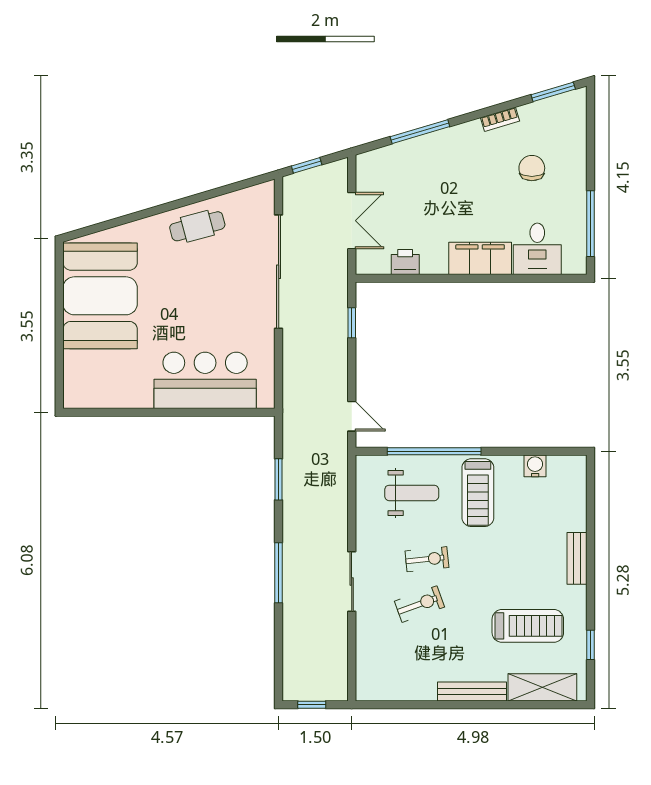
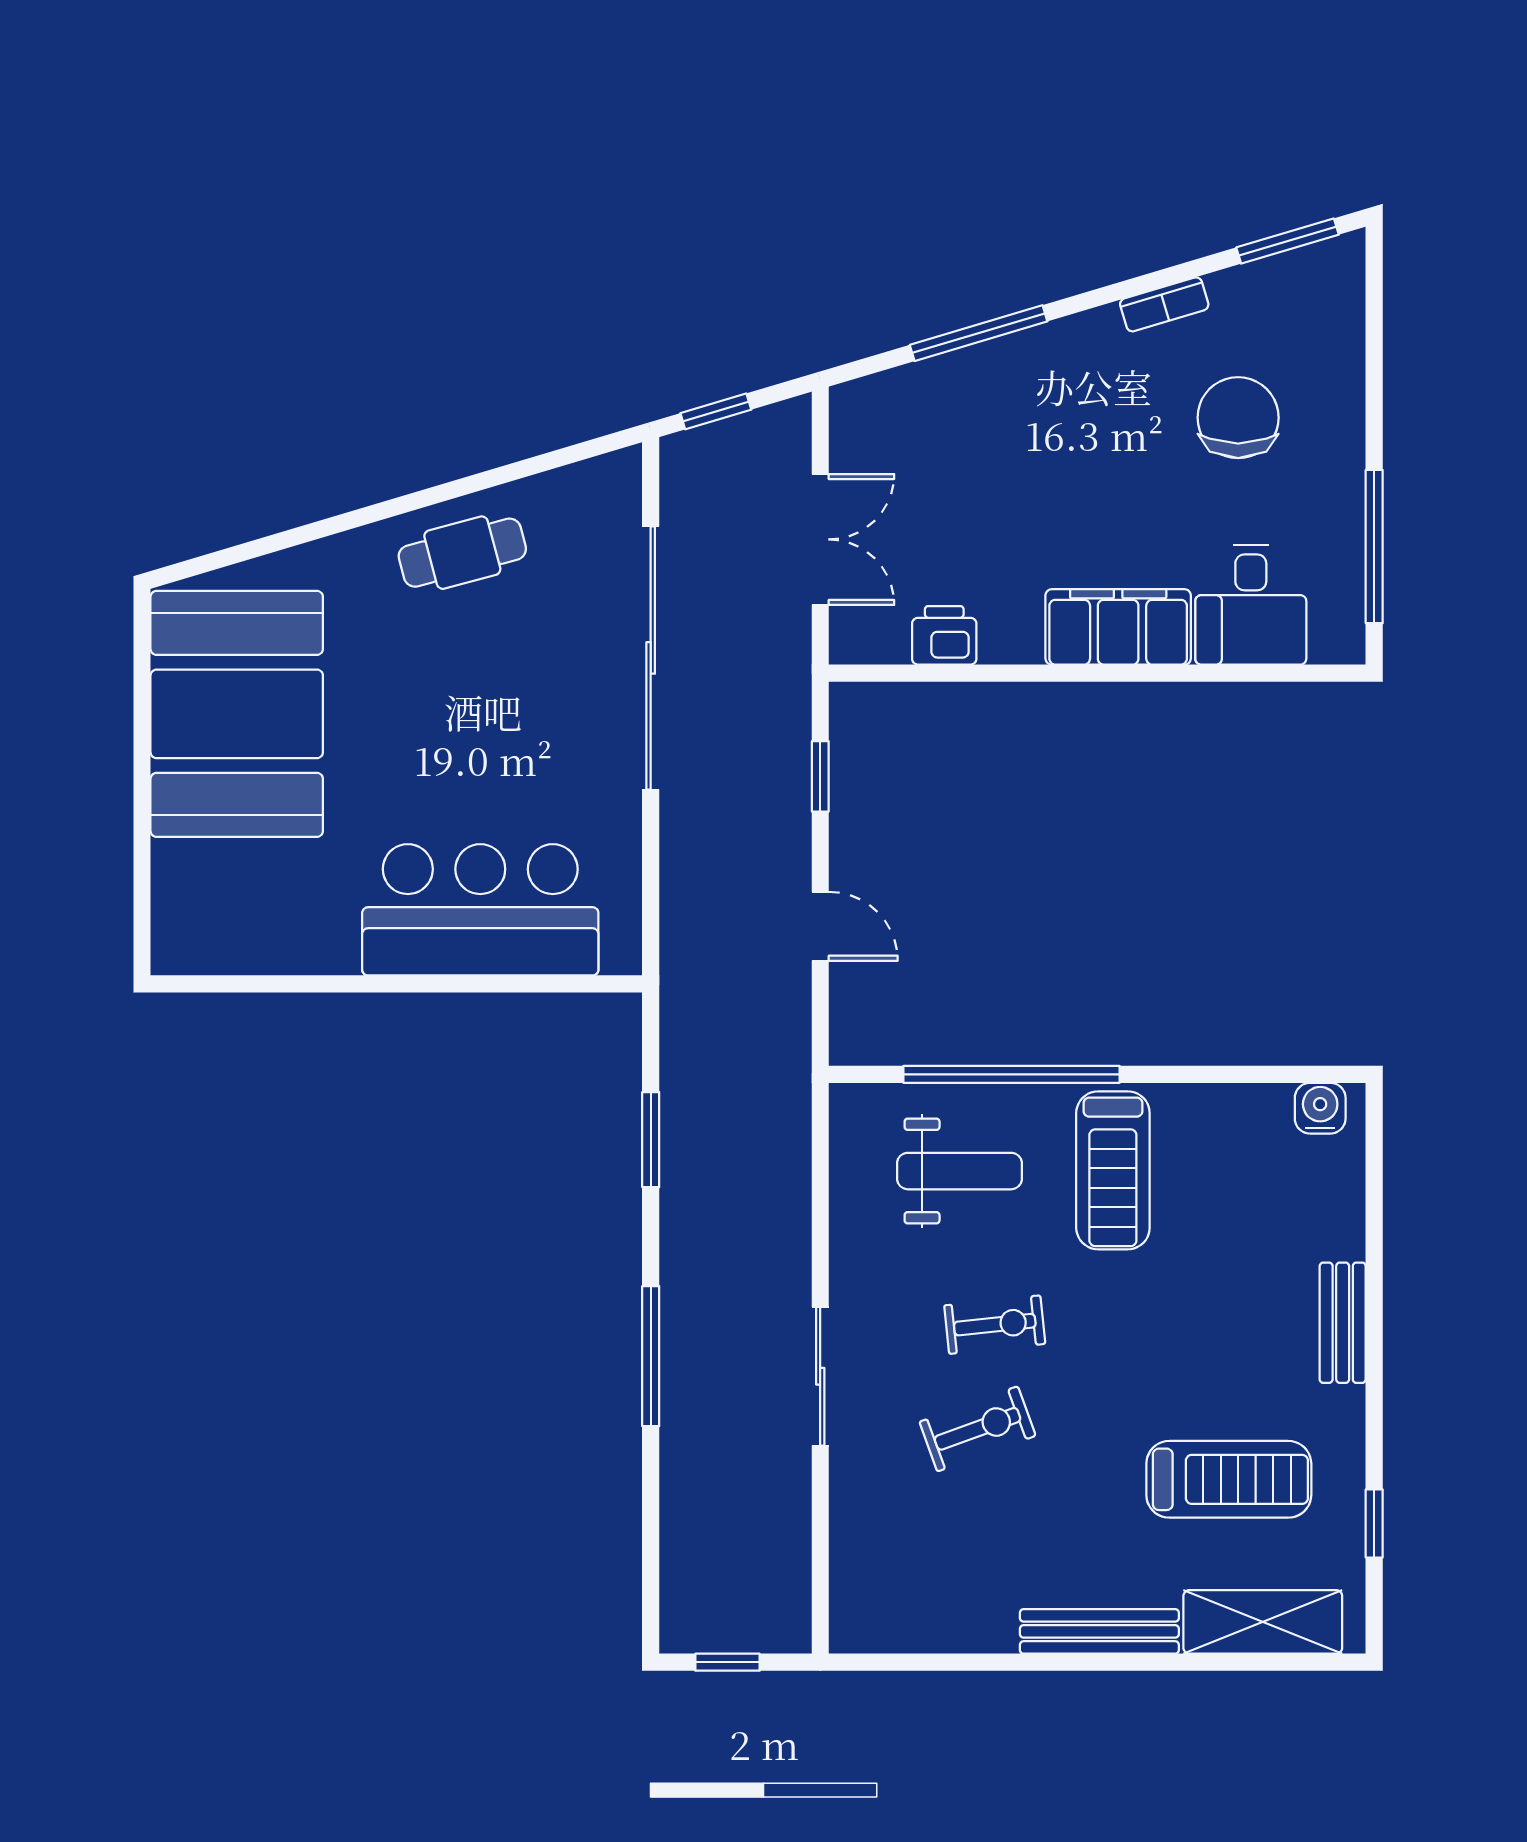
chair: (532, 168) -> (1238, 418), width x1.37, depth x1.37
door: (352, 416) -> (820, 926), moved
water cooler: (535, 466) -> (1320, 1108), moved

